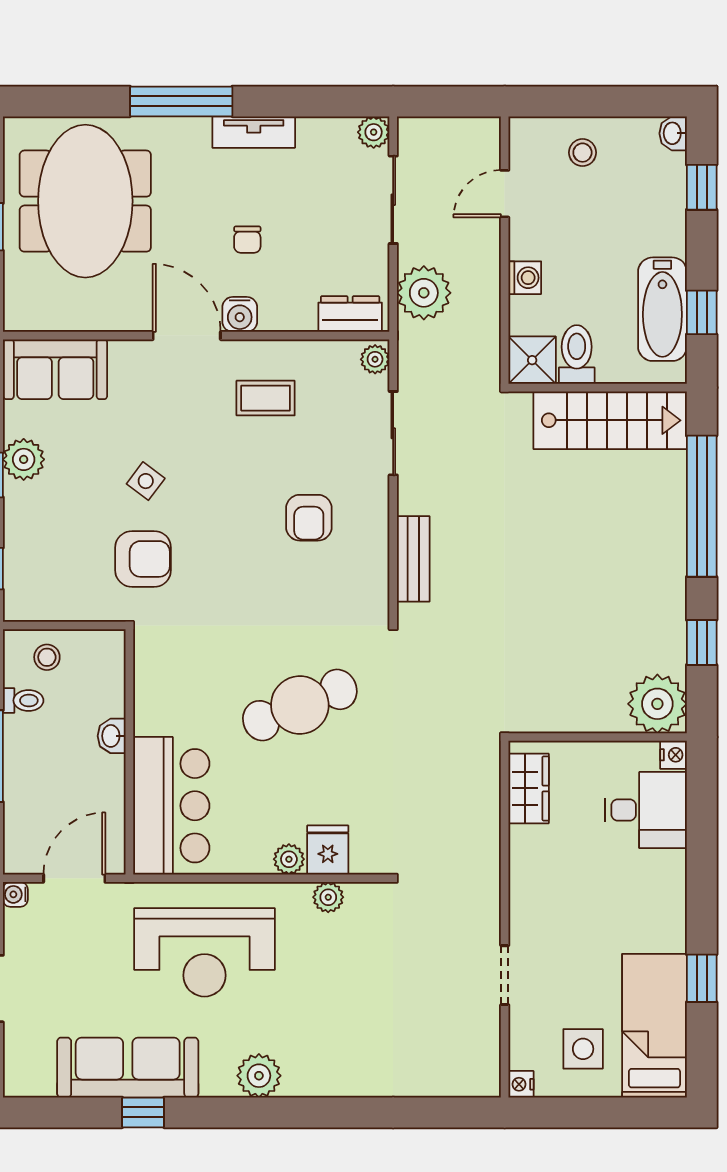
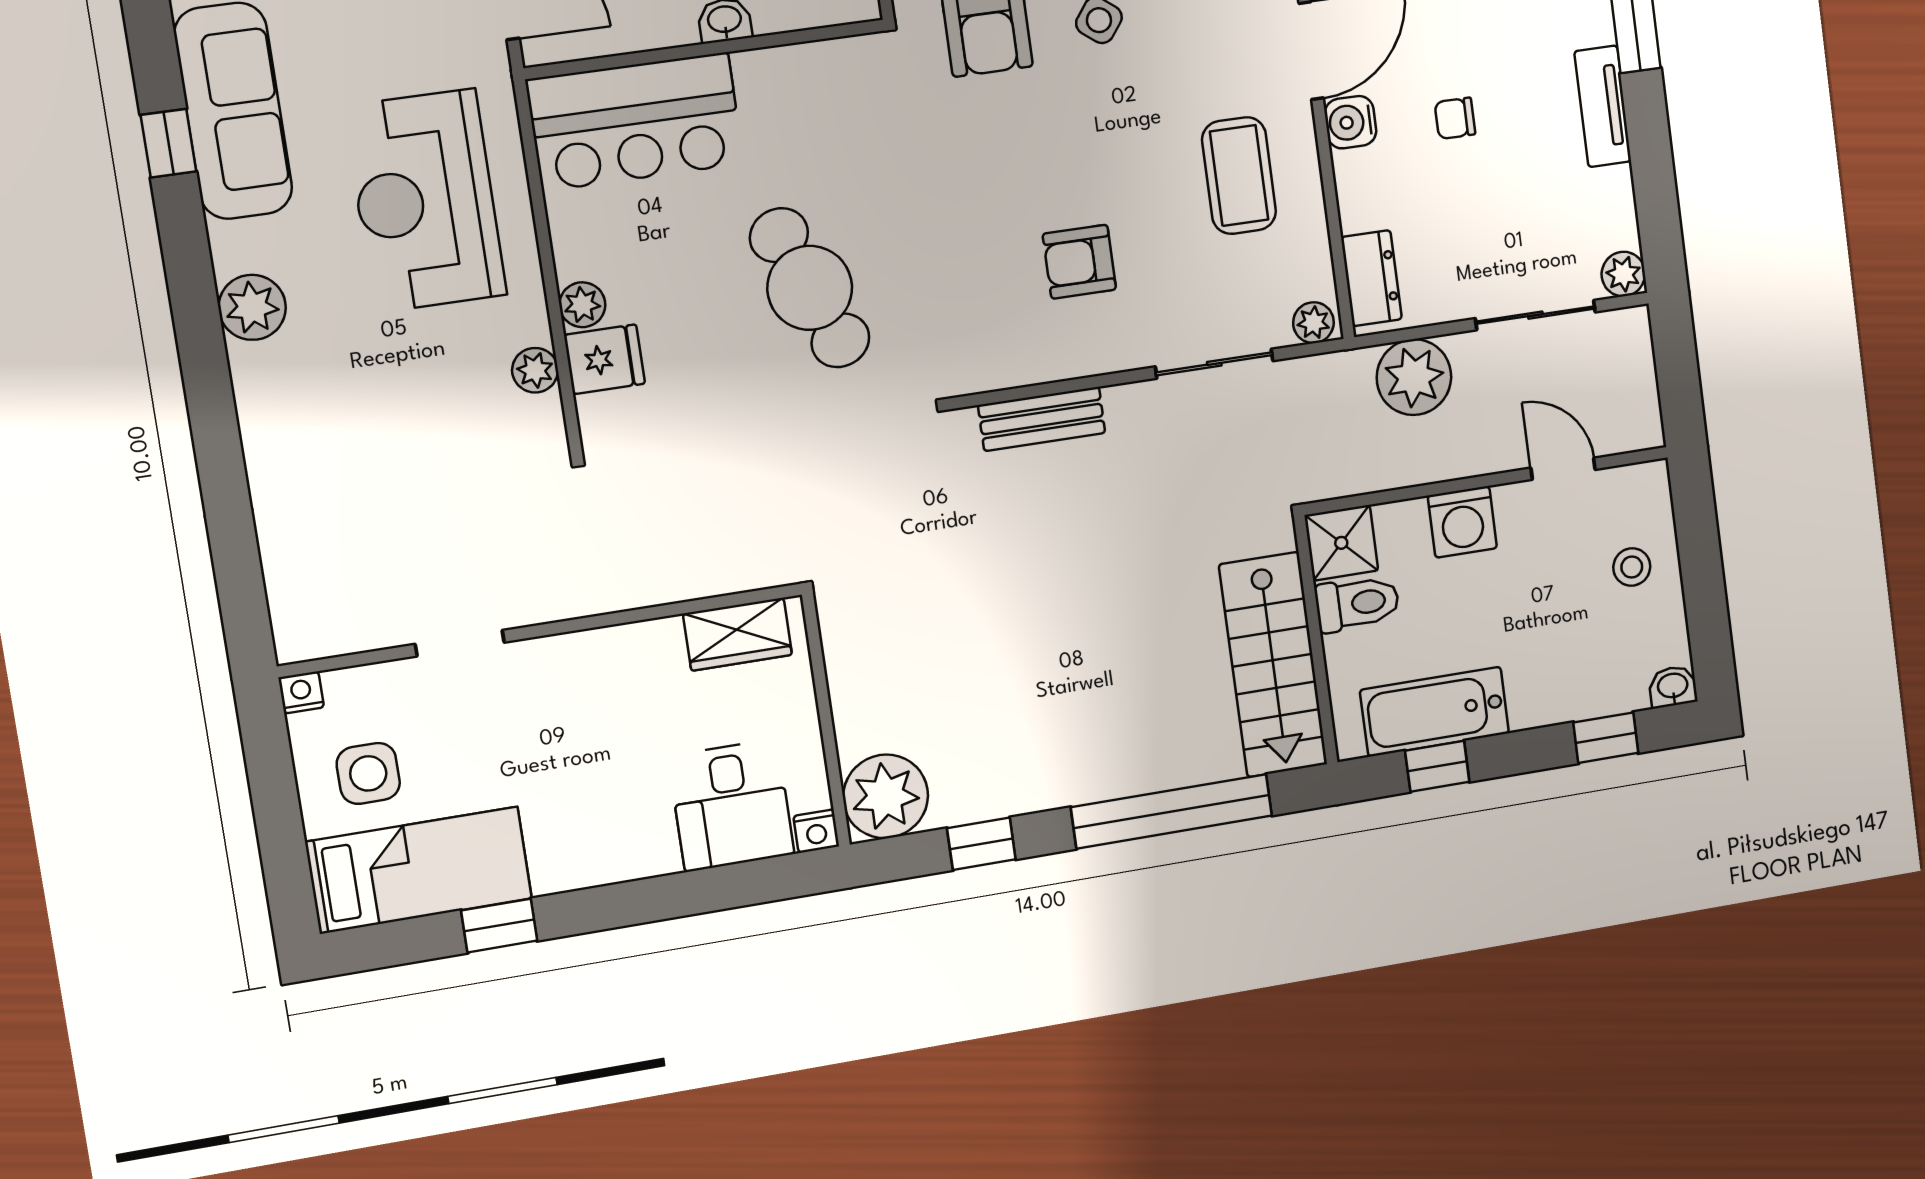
washing machine: (525, 278) -> (1462, 522), width x1.38, depth x1.38
coffee table: (266, 398) -> (1239, 176), width x1.36, depth x1.30

